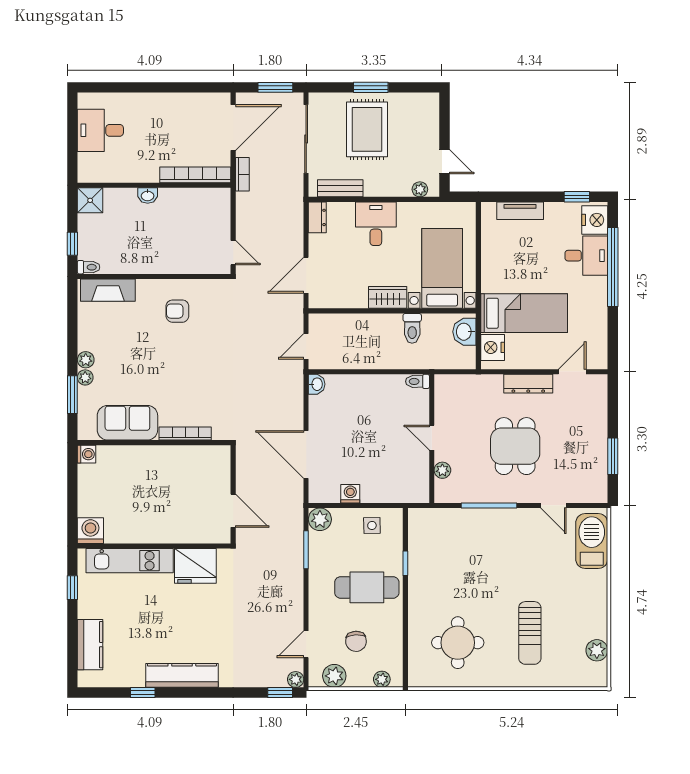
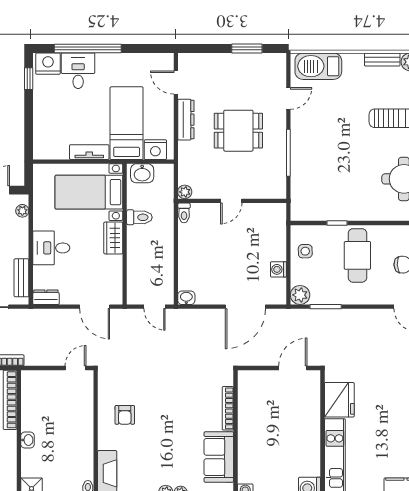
tv unit: (520, 211) -> (89, 152), moved, turned -90
plant: (442, 470) -> (185, 192), moved
bench: (600, 617) -> (382, 59), added

